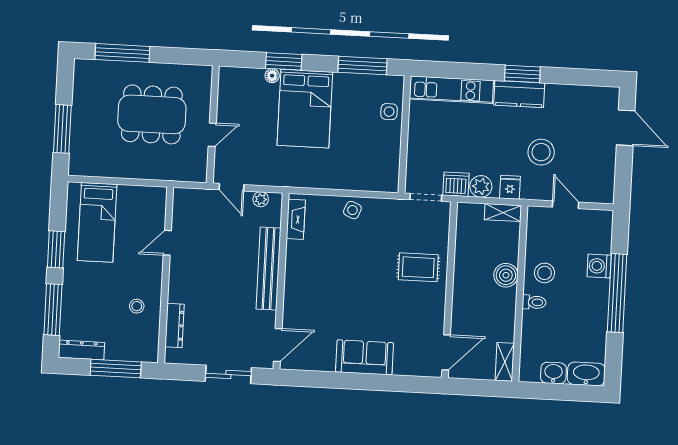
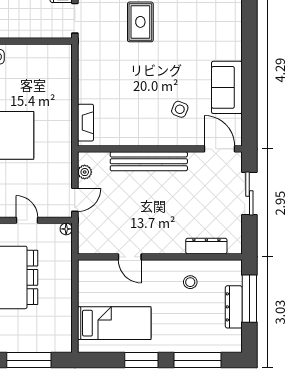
floor lamp: (201, 176) -> (66, 229), added
side table: (352, 210) -> (180, 109), moved
fireplace: (296, 219) -> (86, 123), moved, turned 90
dresser: (81, 350) -> (234, 307), moved
sofa: (364, 357) -> (227, 87), moved

